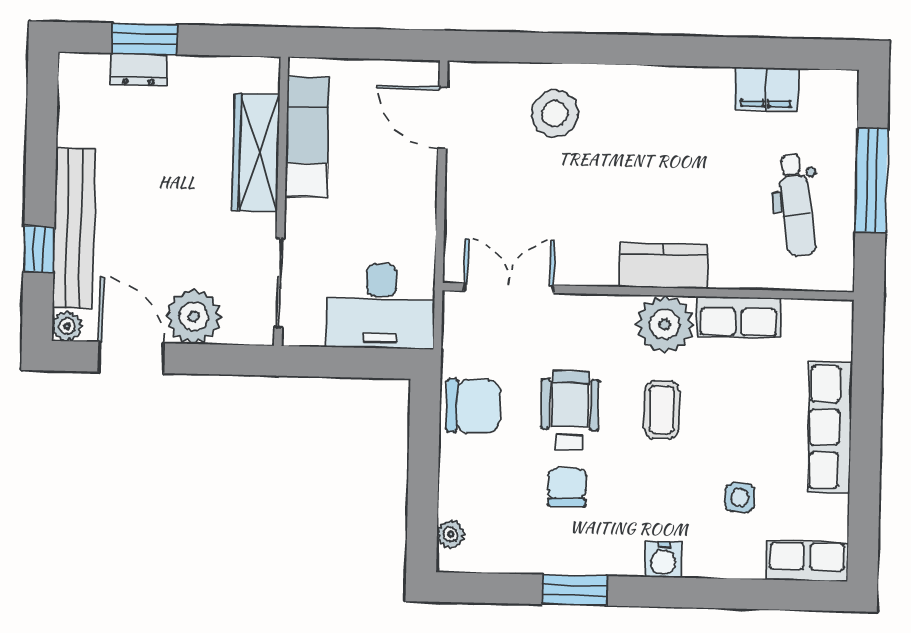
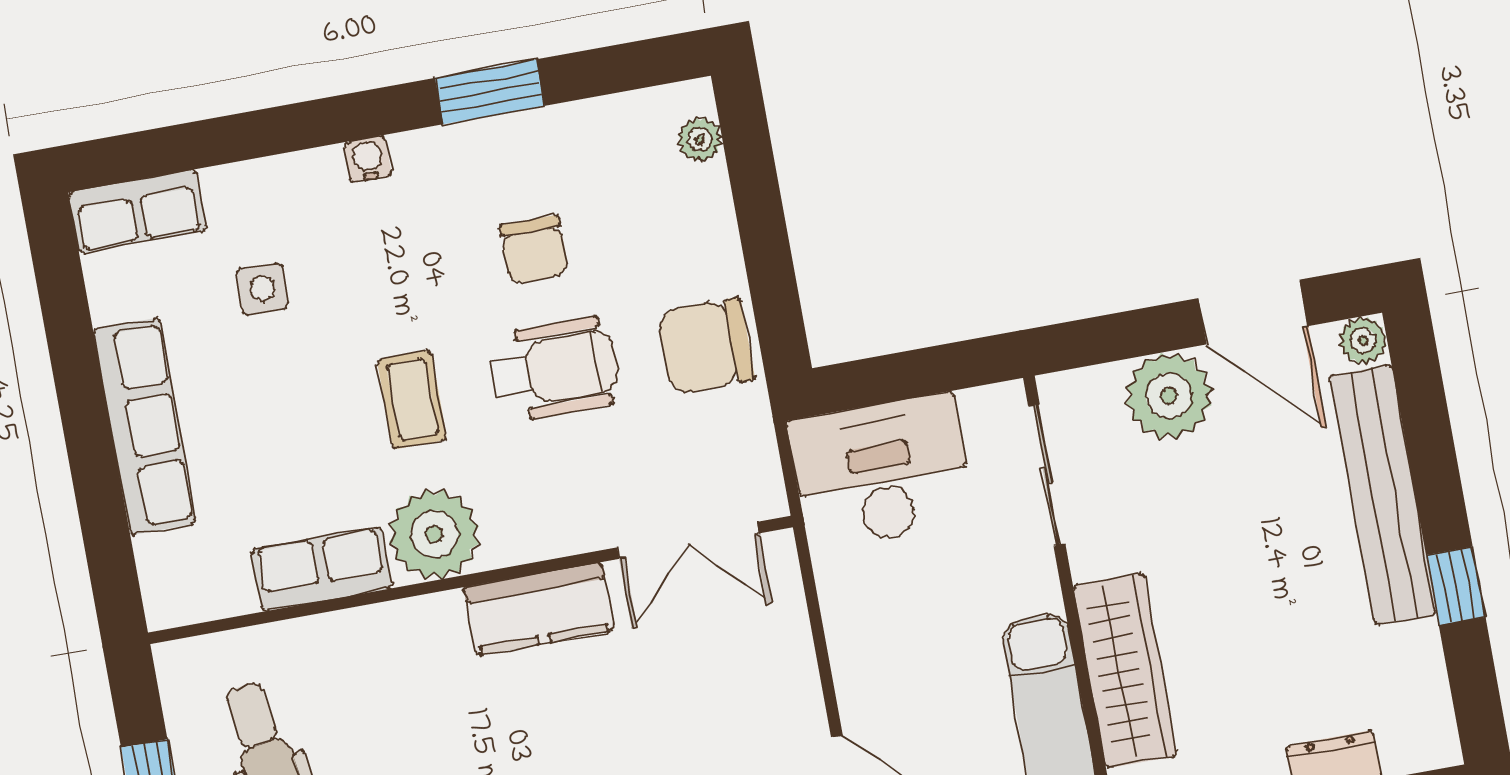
window: (39, 249) -> (1456, 586), moved
kitchen counter: (663, 266) -> (539, 609), moved
wheelchair: (570, 411) -> (554, 369), turned -90
water cooler: (663, 559) -> (368, 159), width x0.72, depth x0.72

